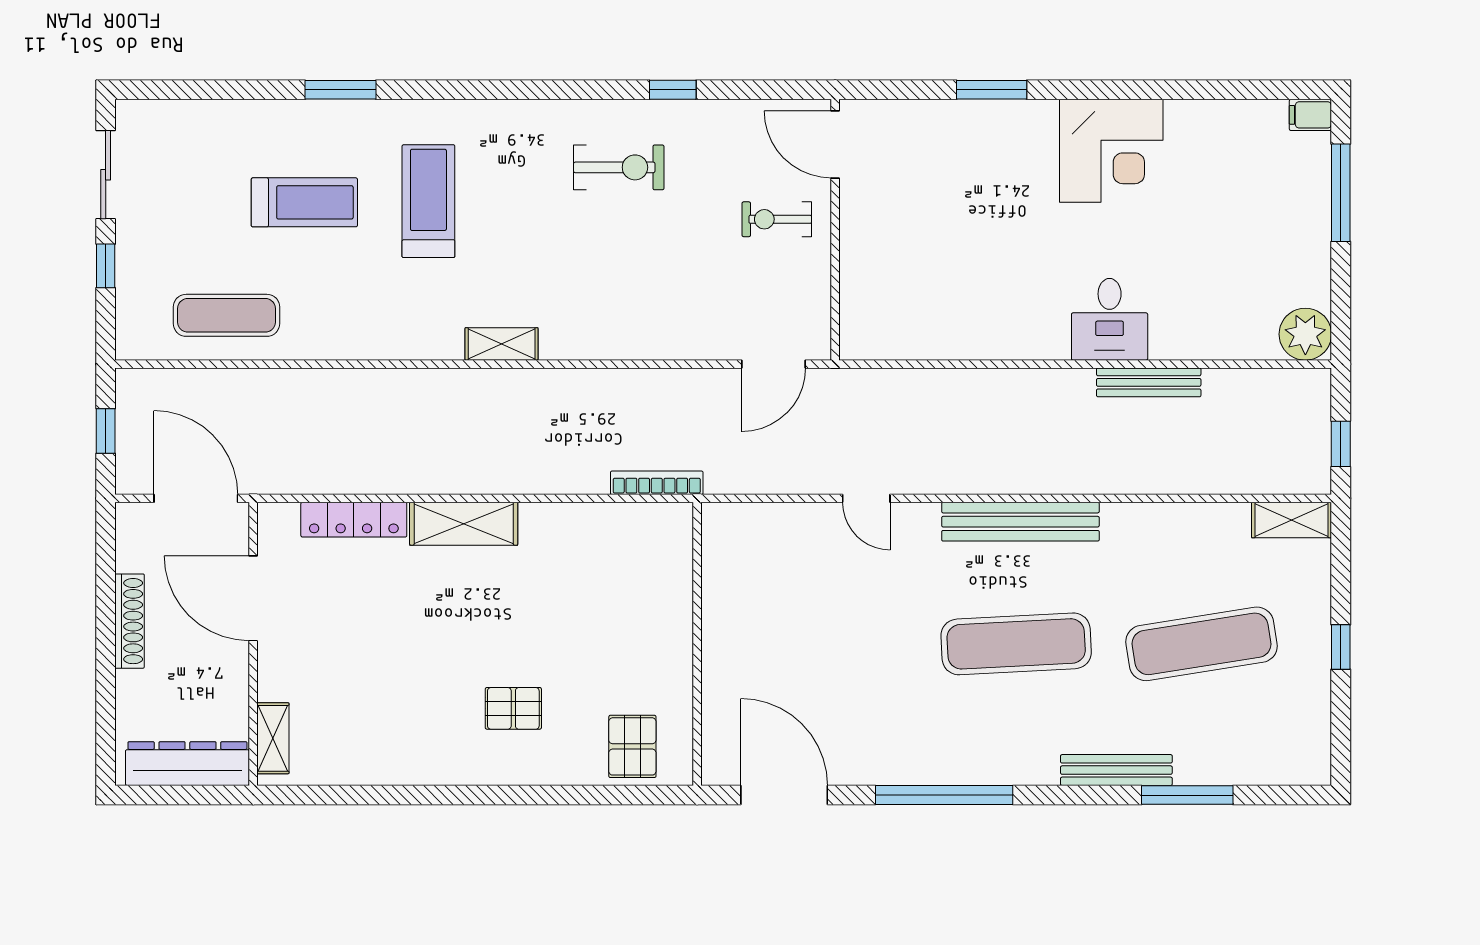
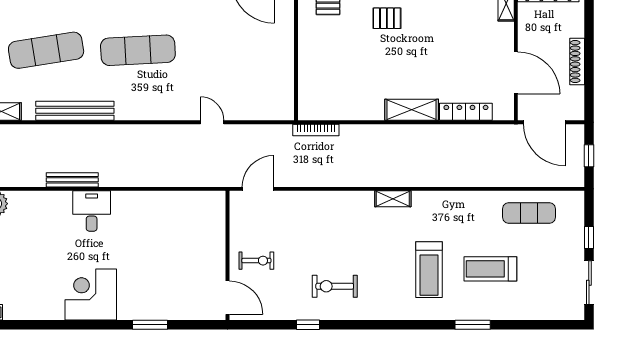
bench: (1020, 522) -> (75, 111), moved

